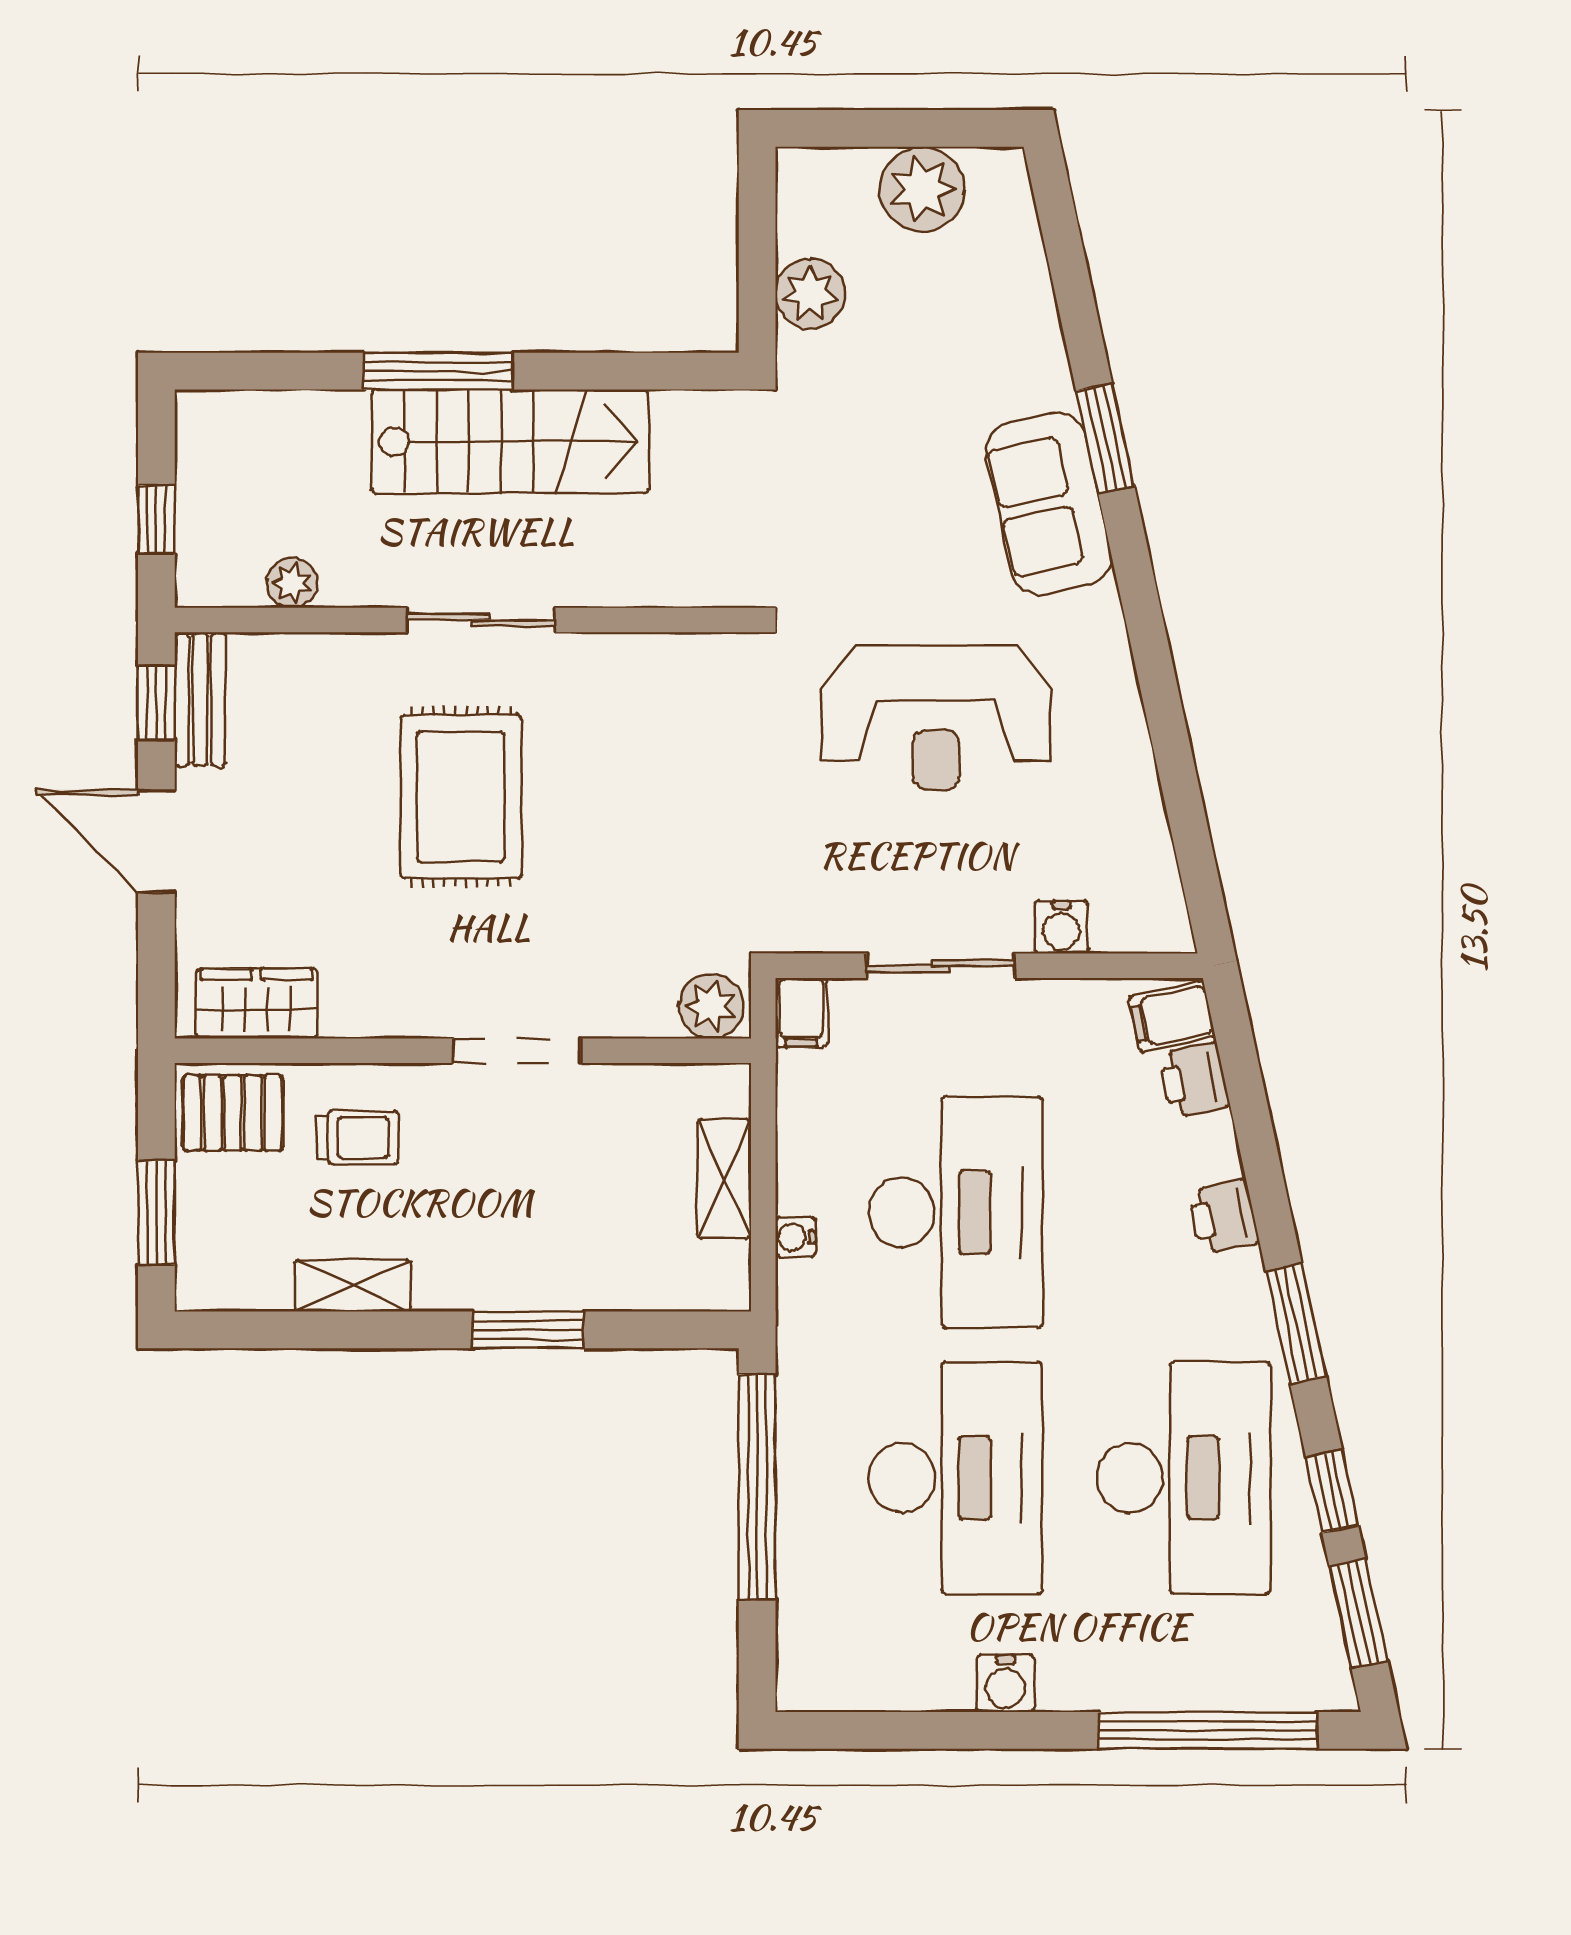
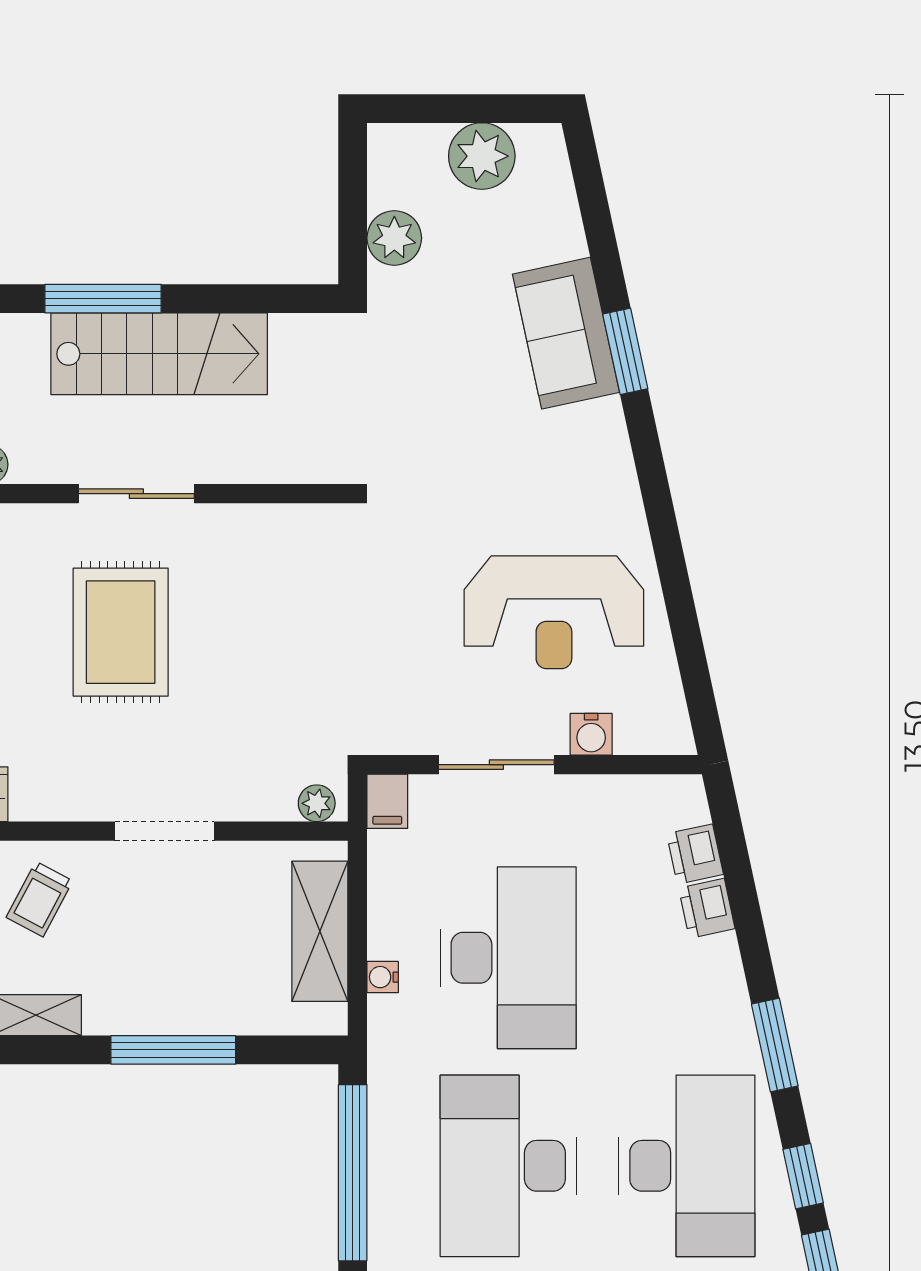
sofa: (1049, 504) -> (566, 333), moved
reception desk: (936, 718) -> (554, 612), moved
plant: (711, 1006) -> (317, 803), width x0.73, depth x0.73
filing cabinet: (1172, 1017) -> (678, 804), removed
trolley: (357, 1137) -> (40, 899), turned 118
shelving: (724, 1179) -> (320, 931), width x1.50, depth x1.33
printer: (1224, 1217) -> (707, 908), moved
window: (528, 1330) -> (173, 1050), width x1.44
desk: (956, 1478) -> (508, 1166), turned 180

